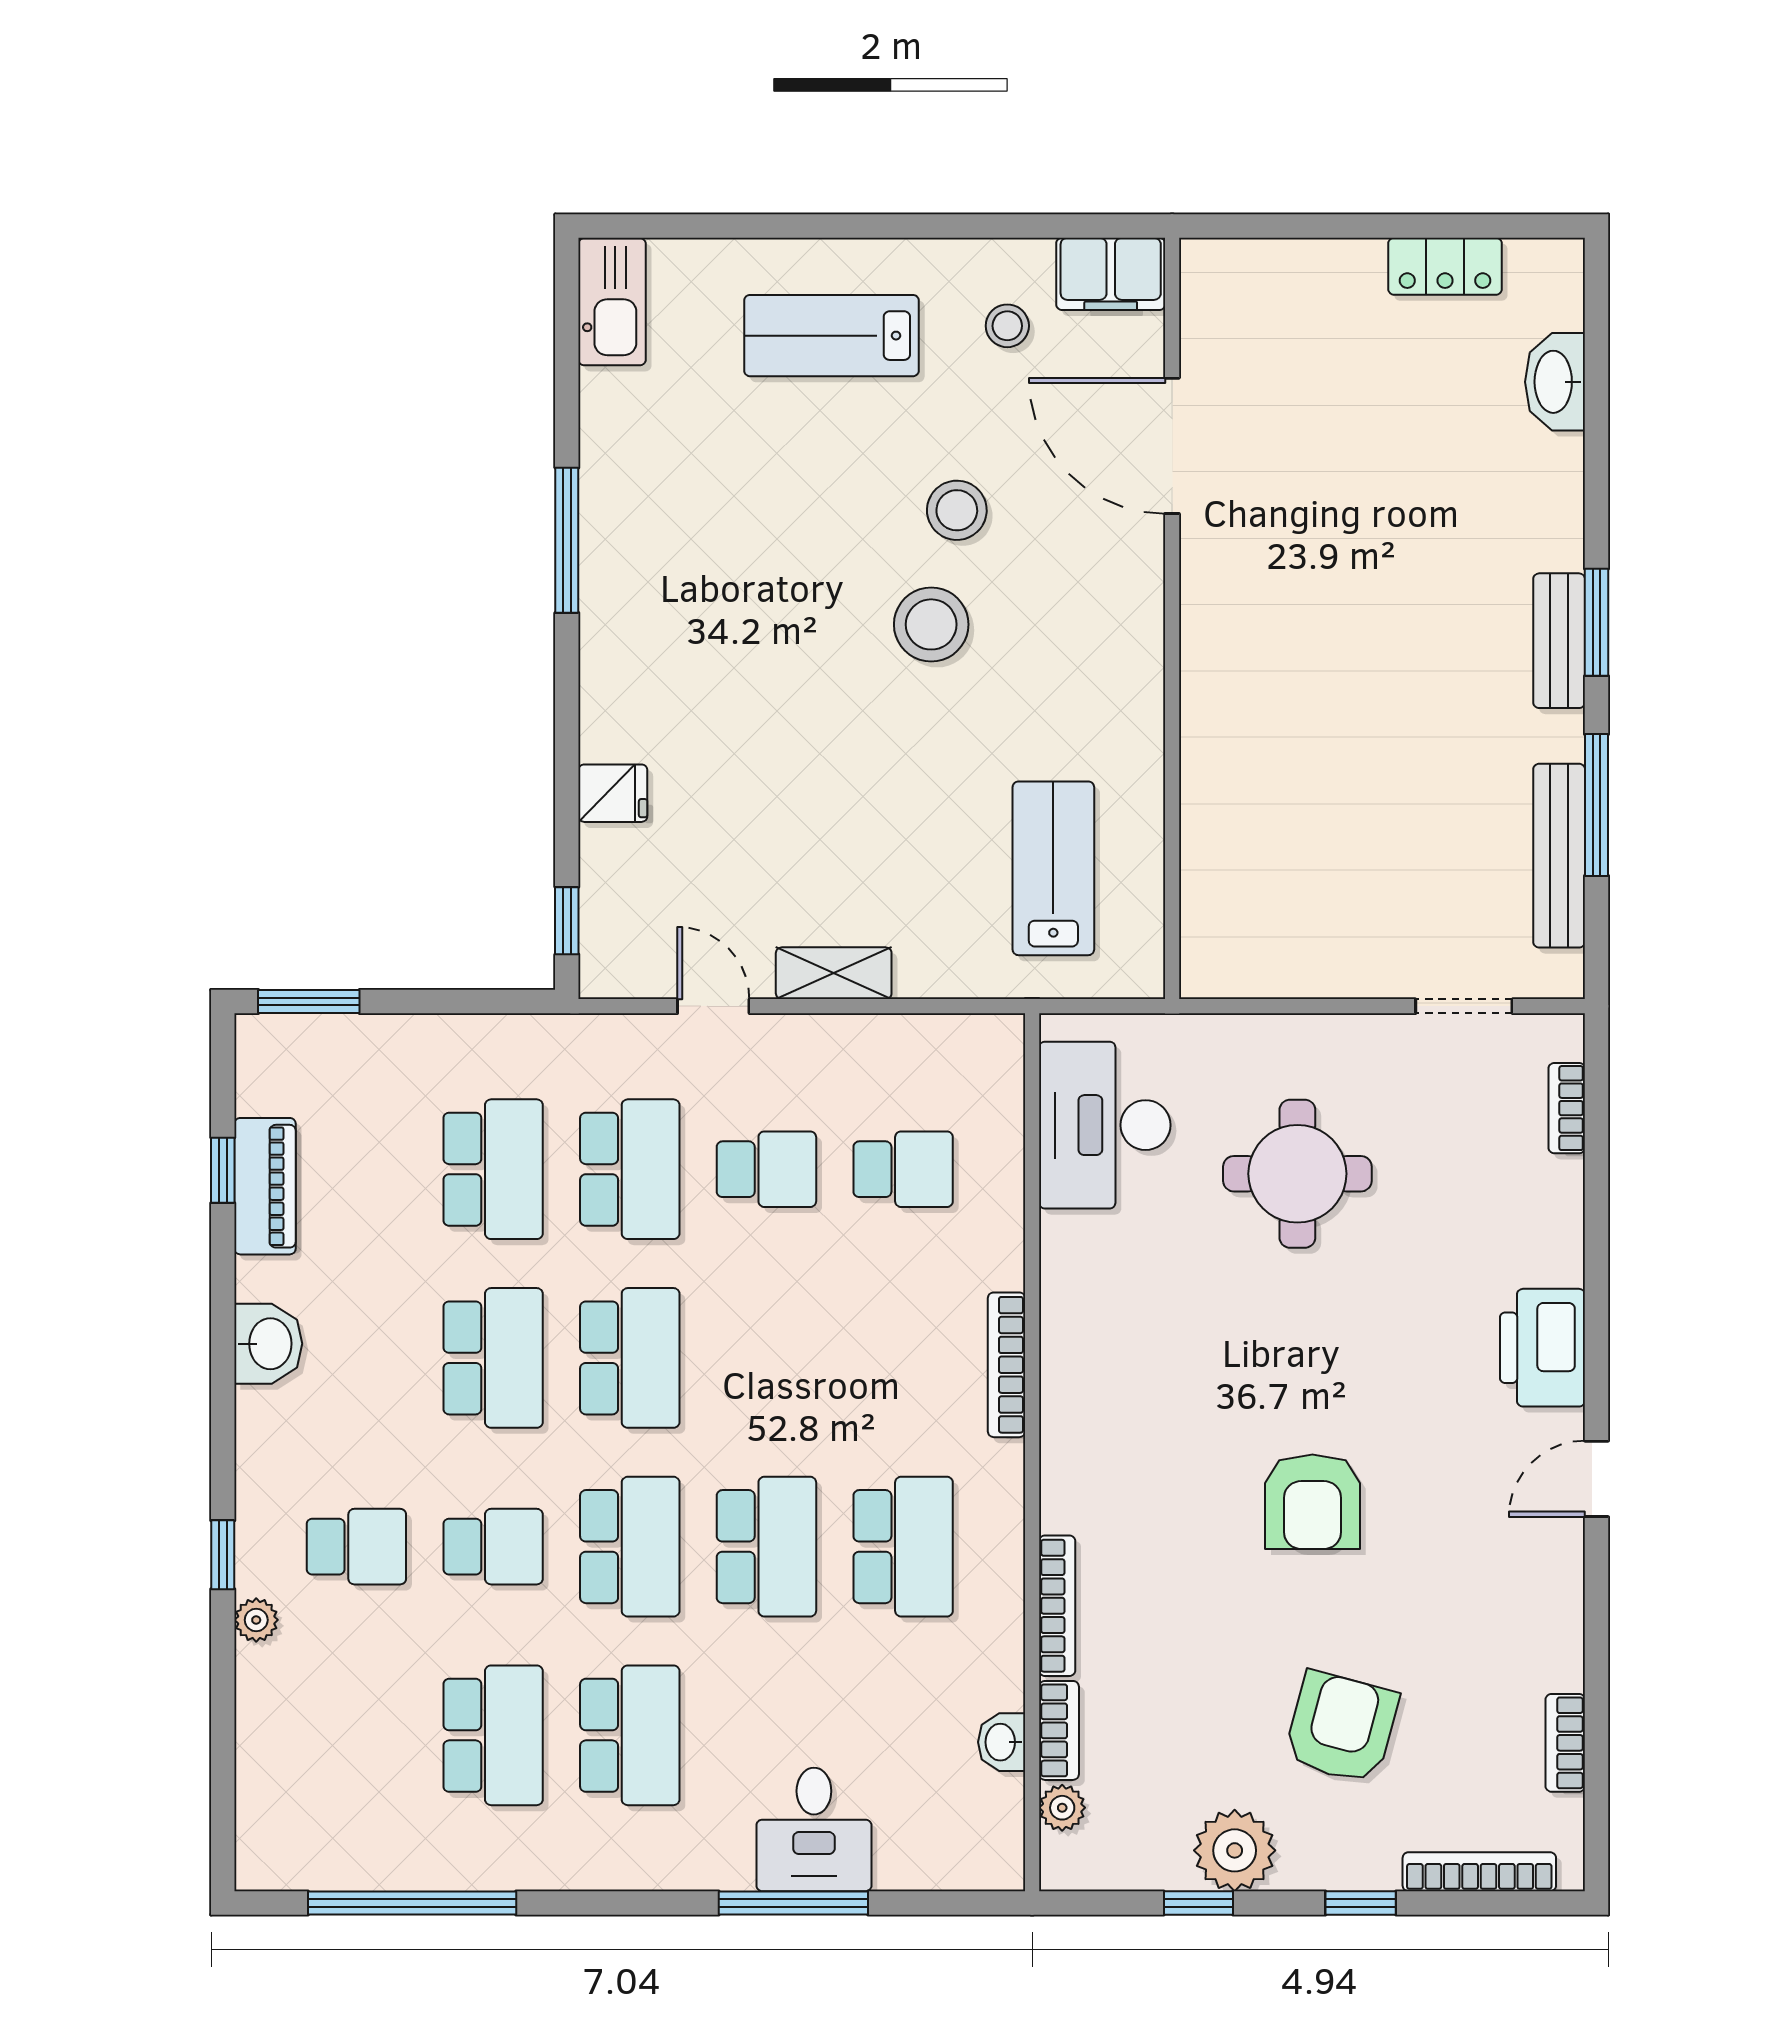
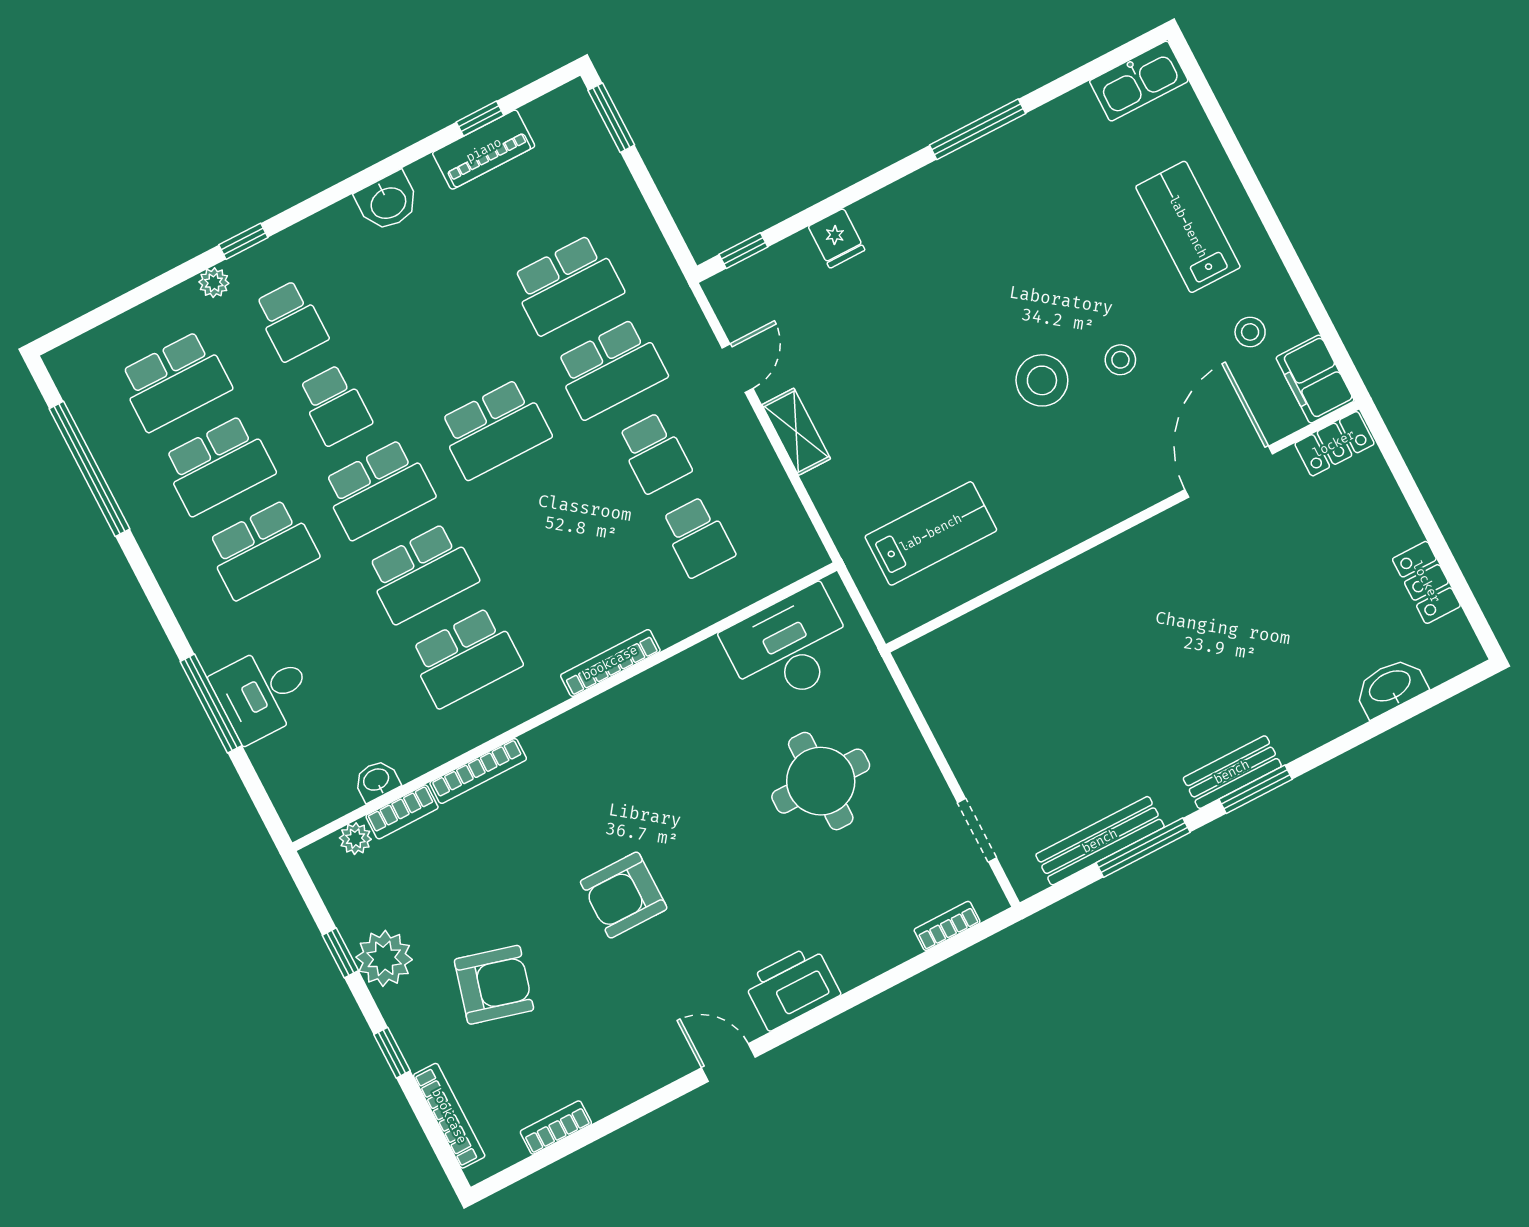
locker: (1206, 292) -> (1334, 444), added
stool: (957, 510) -> (1120, 360), width x0.73, depth x0.73
school desk: (493, 1358) -> (175, 381), moved

